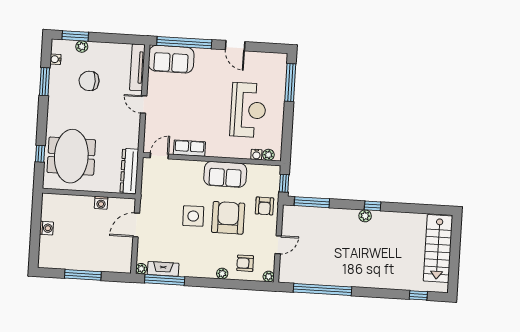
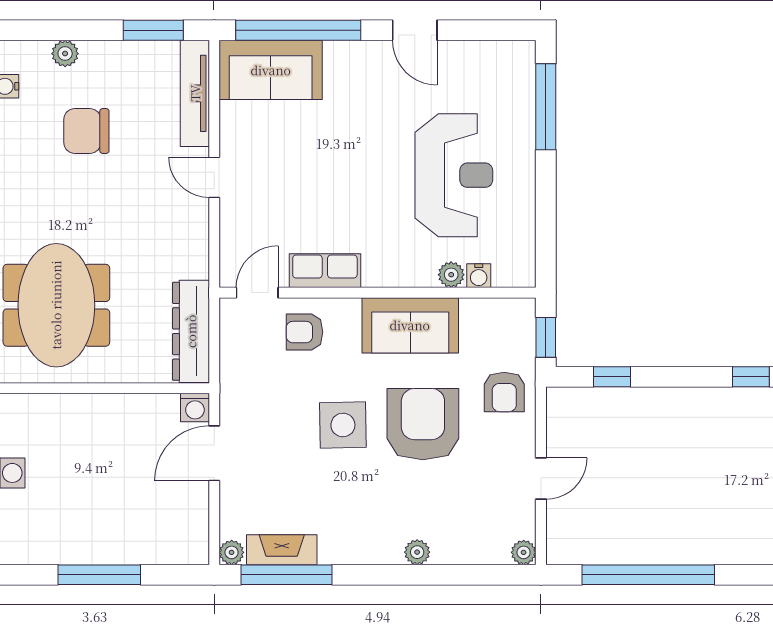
window: (75, 36) -> (153, 30), moved
plant: (268, 155) -> (451, 275), moved
window: (312, 202) -> (612, 377), width x0.46
washing machine: (101, 203) -> (195, 408), moved
plant: (365, 216) -> (735, 401), removed
armchair: (245, 263) -> (304, 332), moved

